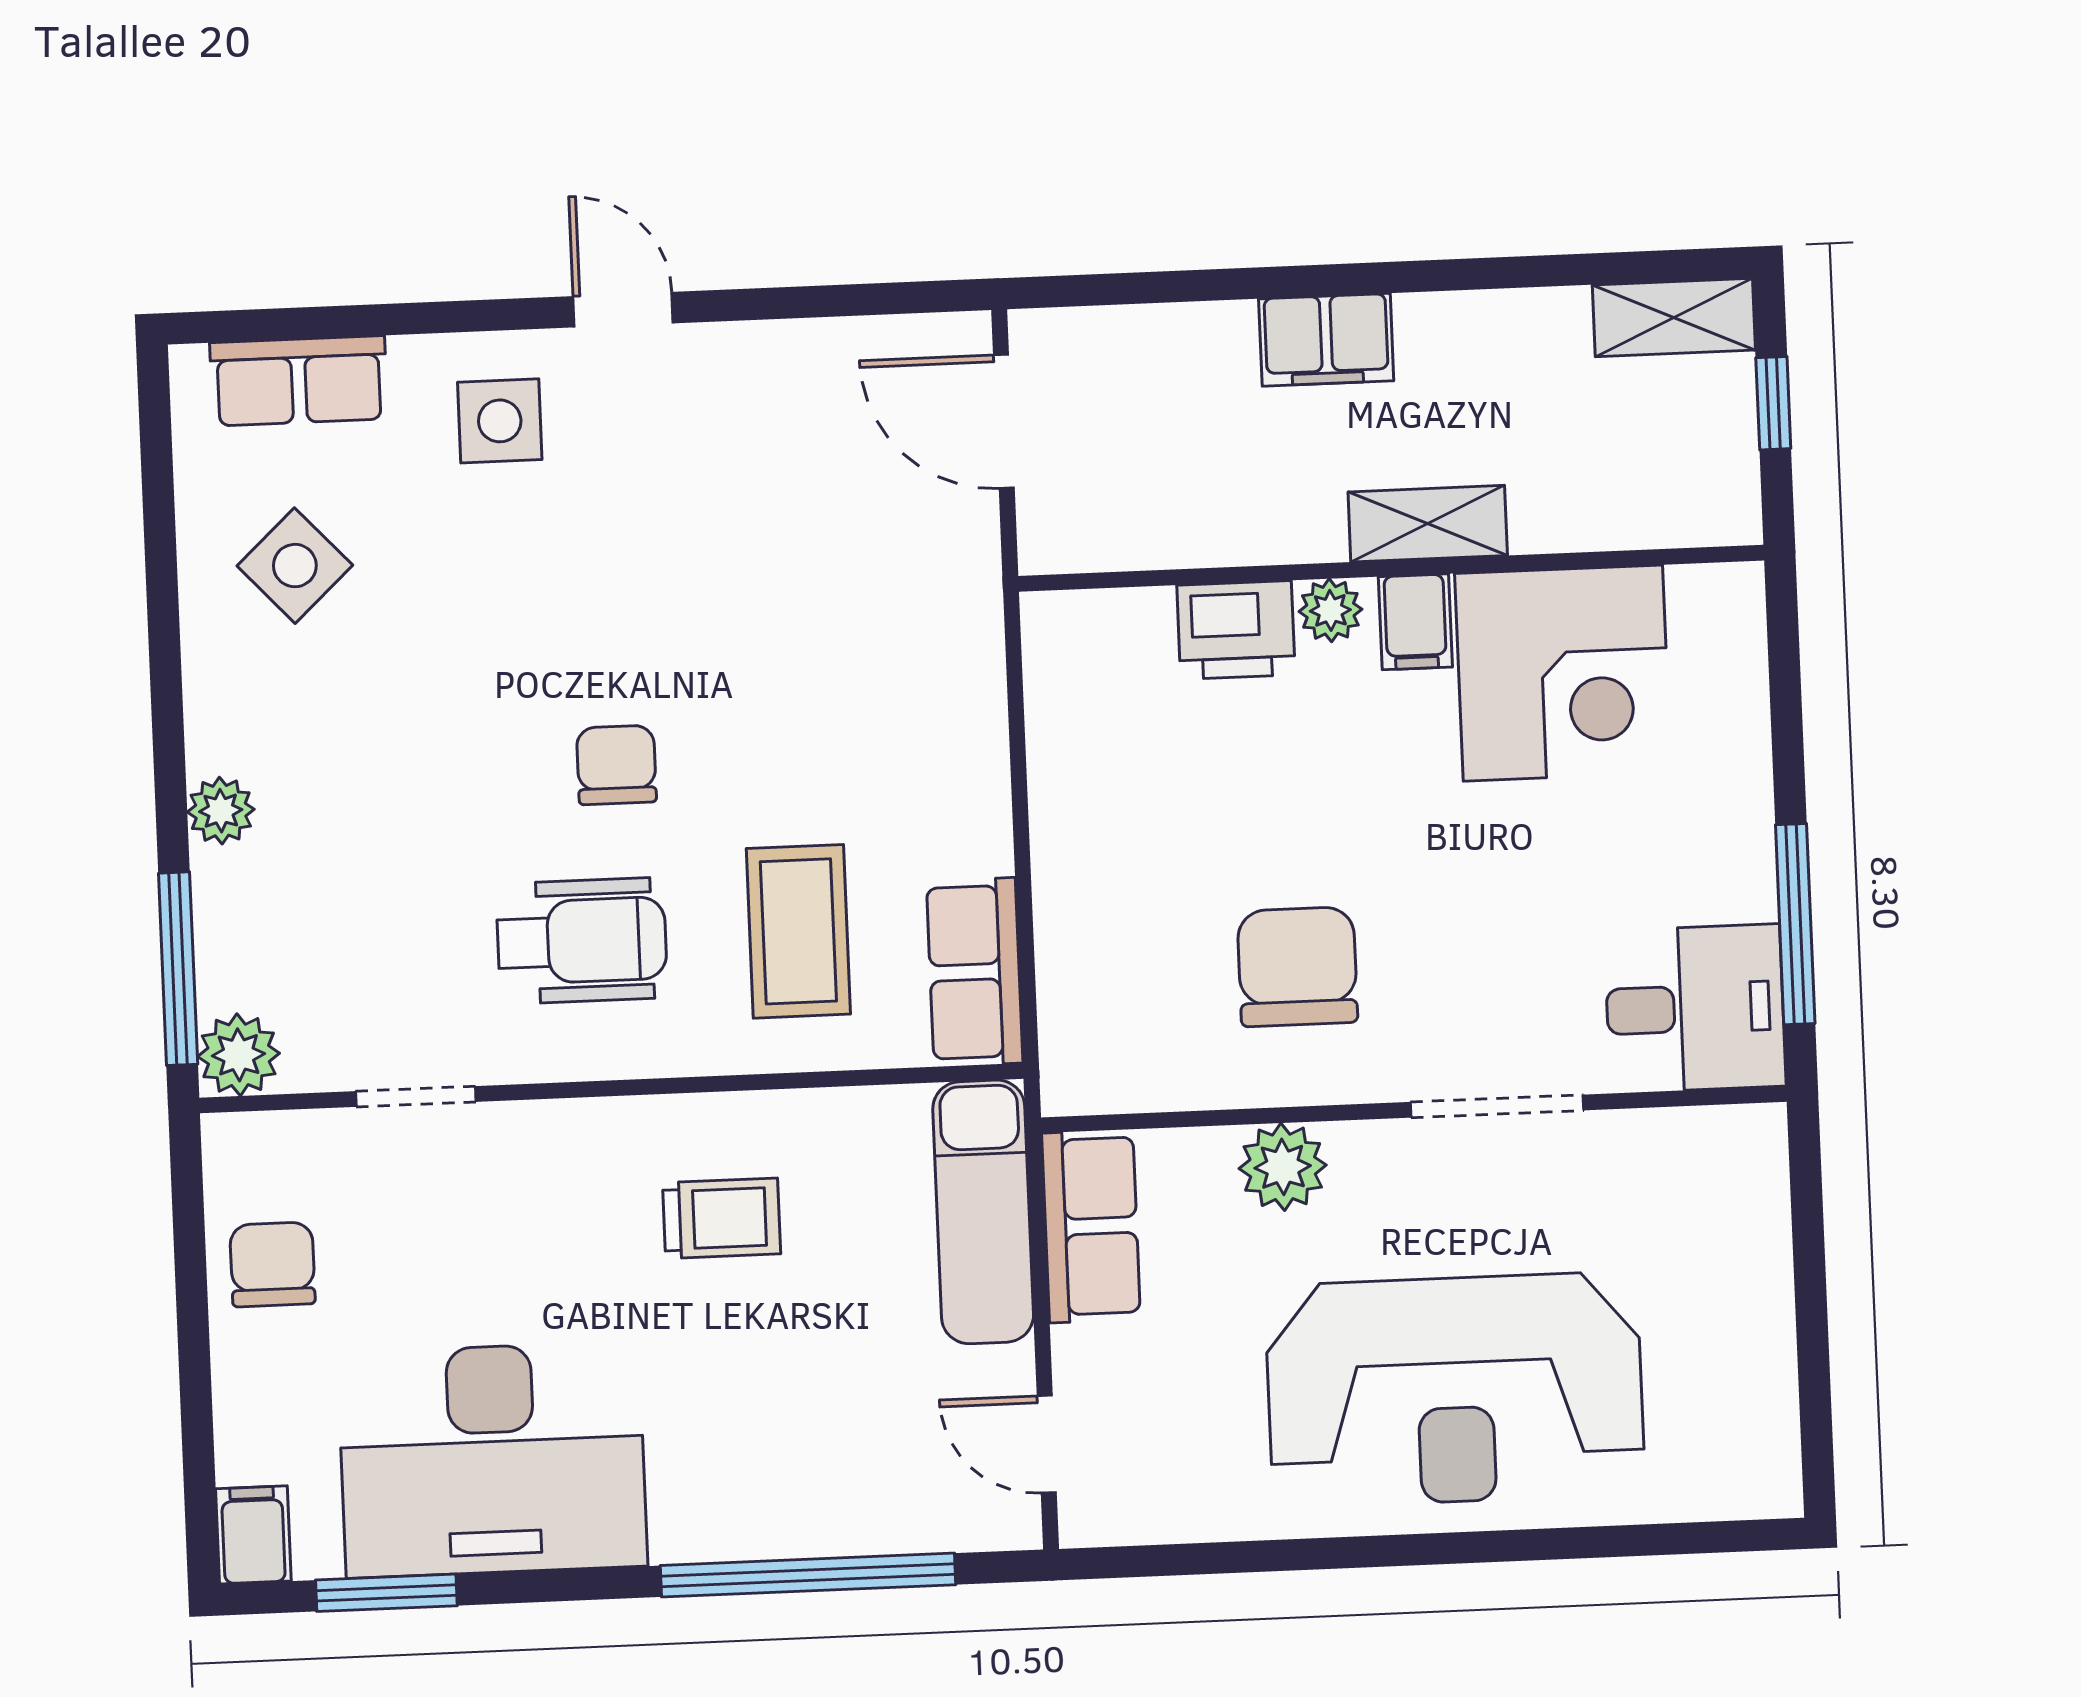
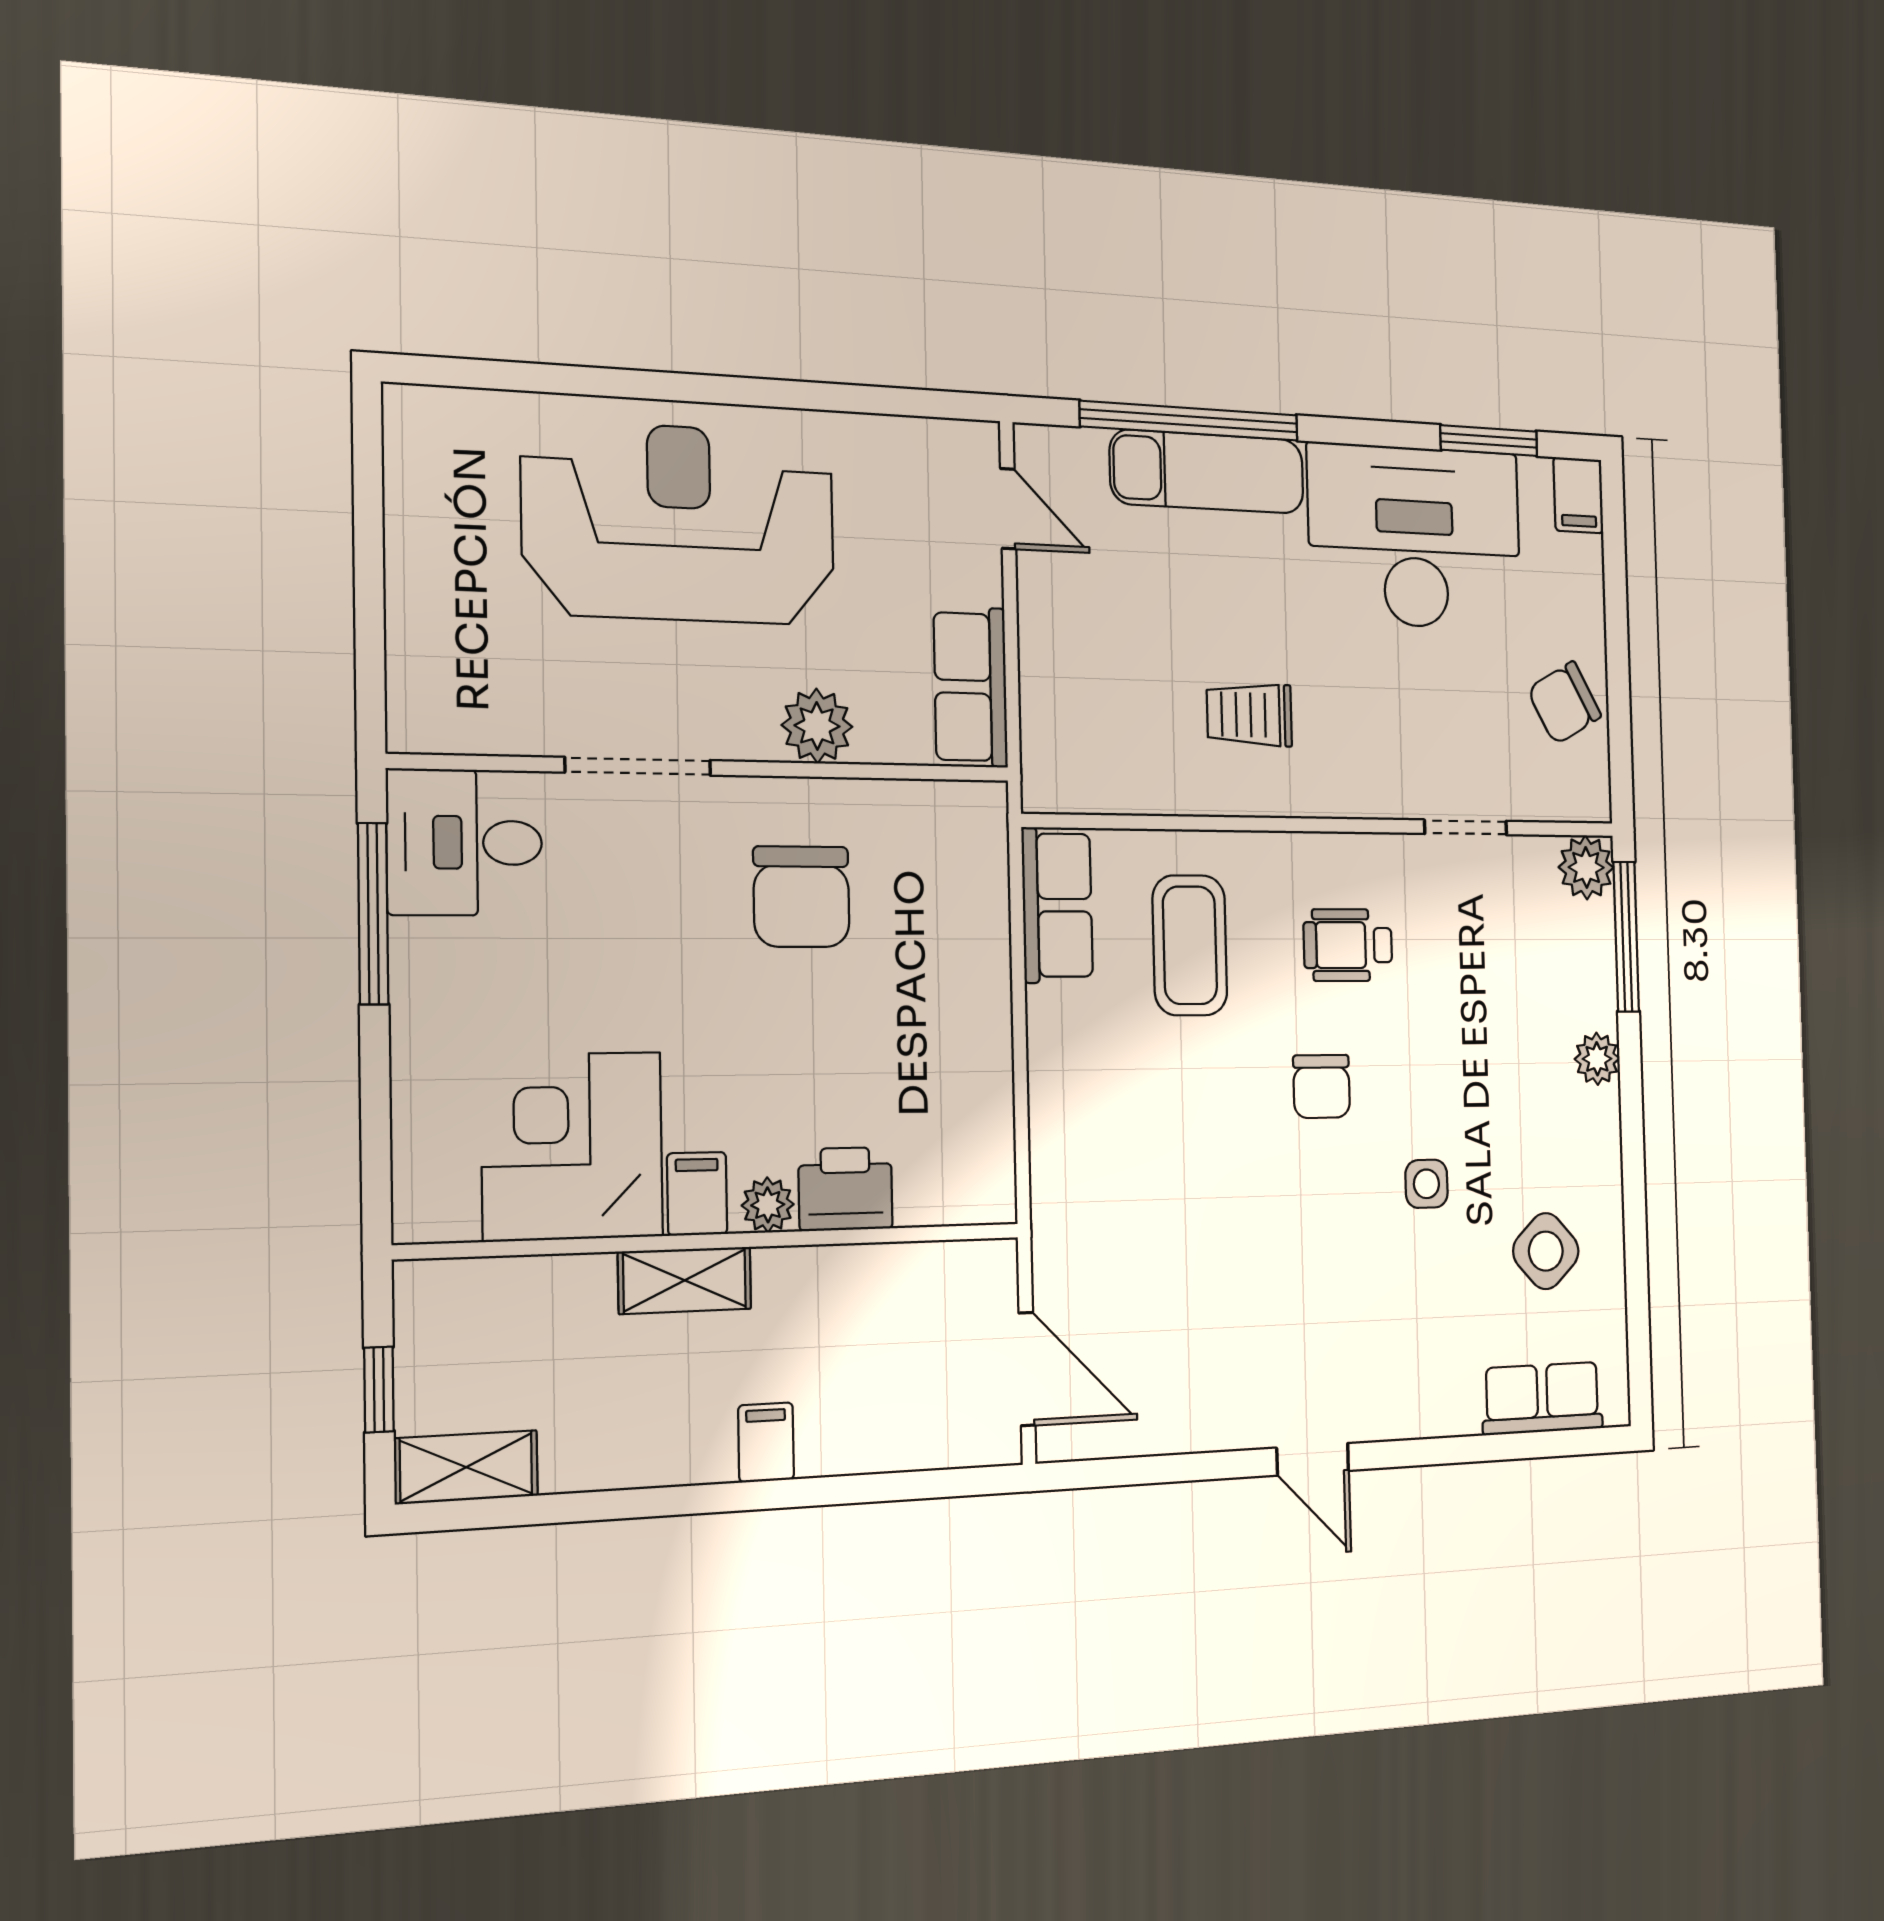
filing cabinet: (1326, 340) -> (766, 1442), width x0.50
side table: (500, 421) -> (1426, 1184), moved, width x0.73, depth x0.73
wheelchair: (582, 941) -> (1348, 945), width x0.73, depth x0.73
exam couch: (983, 1212) -> (1207, 472), moved, turned 90
chair: (272, 1264) -> (1564, 703), turned 61

